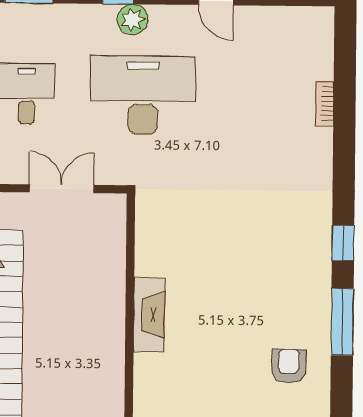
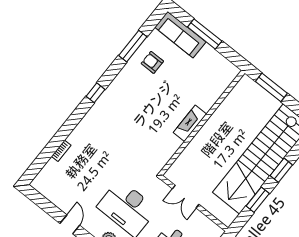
window: (342, 322) -> (133, 46), moved
armchair: (289, 366) -> (152, 62), turned 90

